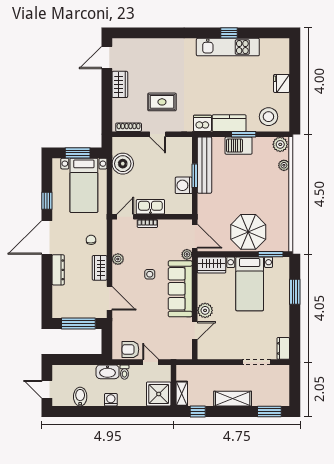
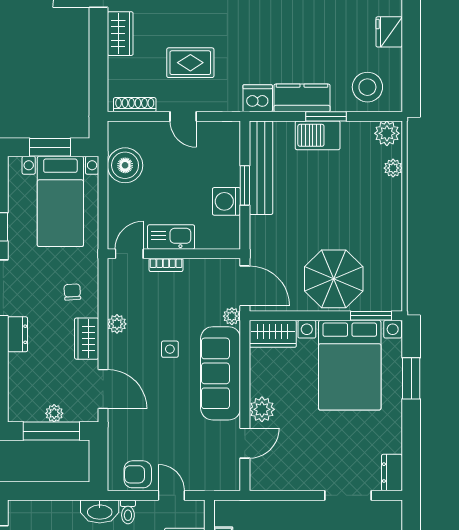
dresser: (58, 270) -> (18, 334), width x0.70
bed with nightstands: (250, 284) -> (350, 365), width x1.36
plant: (80, 313) -> (54, 413), added

